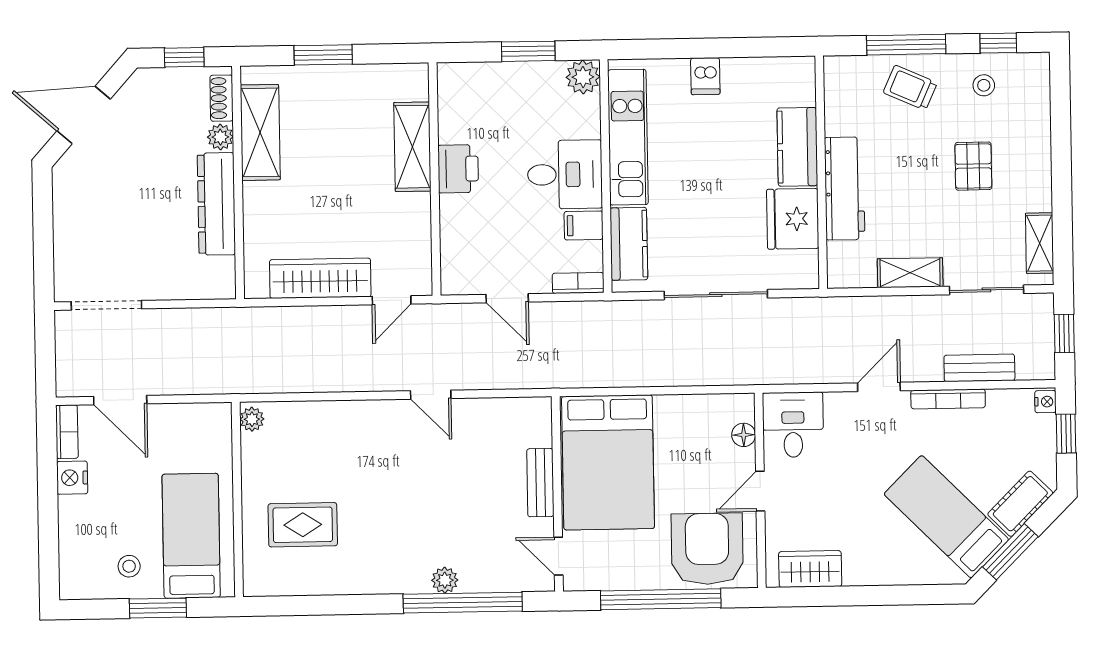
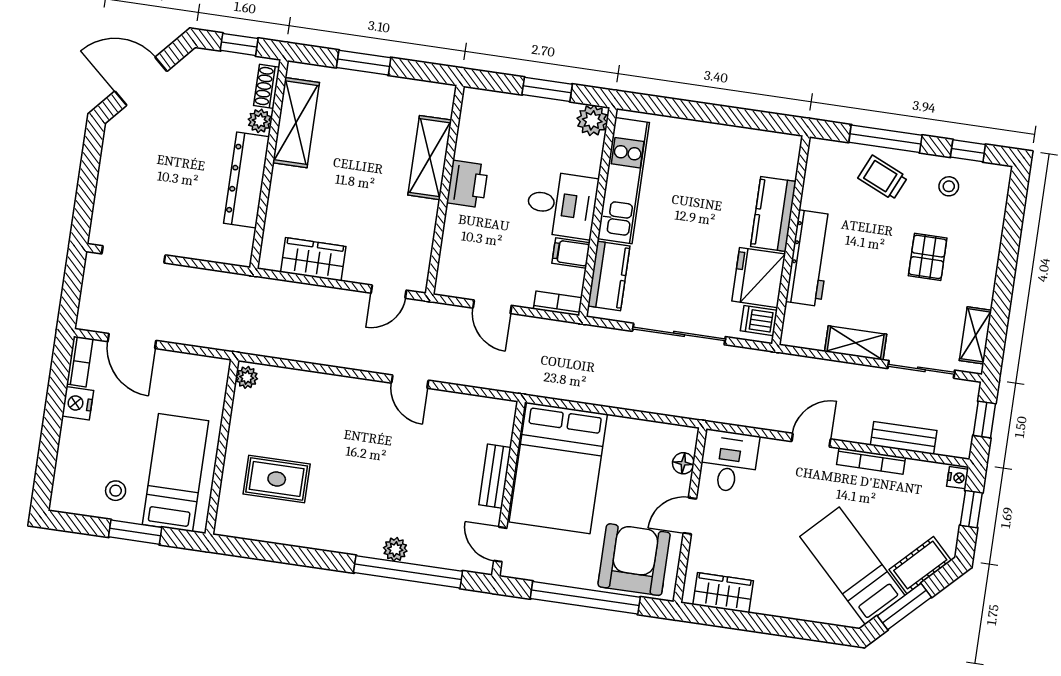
dishwasher: (705, 76) -> (759, 321), moved, turned 90
wardrobe: (320, 278) -> (313, 259), width x0.67

